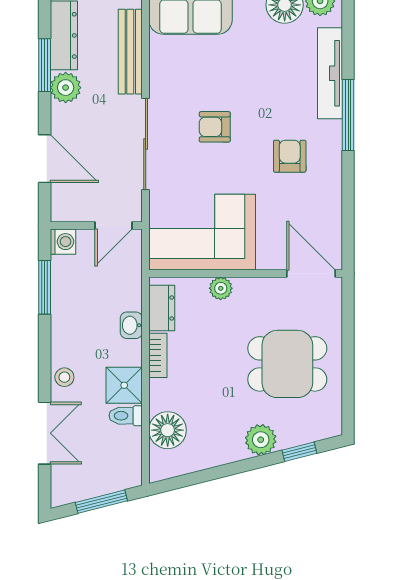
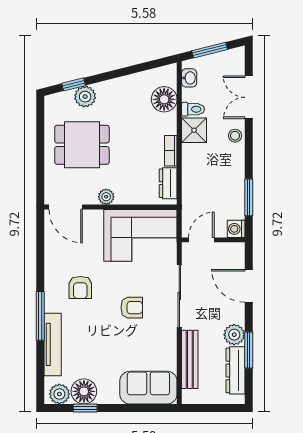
plant: (221, 288) -> (106, 197), moved
washbasin: (131, 325) -> (189, 78), moved
plant: (261, 440) -> (85, 97), moved

